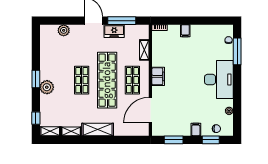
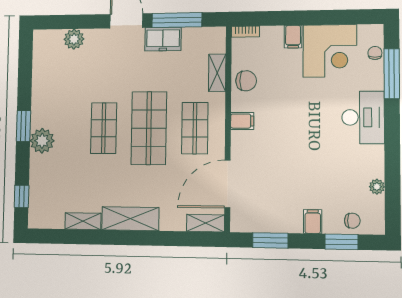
corner desk: (205, 39) -> (330, 51), added
chair: (160, 54) -> (246, 81), added
filing cabinet: (158, 76) -> (242, 121), width x0.50
desk: (219, 79) -> (363, 117), width x0.73, depth x0.77
shop shelf: (107, 80) -> (149, 128), width x0.71
shelving: (50, 131) -> (205, 223), moved

